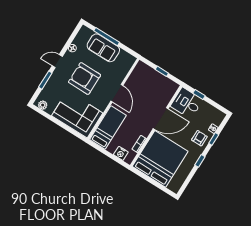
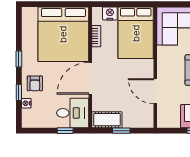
cot: (167, 84) -> (107, 120), added
door: (117, 93) -> (155, 91), moved
bed: (108, 127) -> (136, 33), width x1.50

